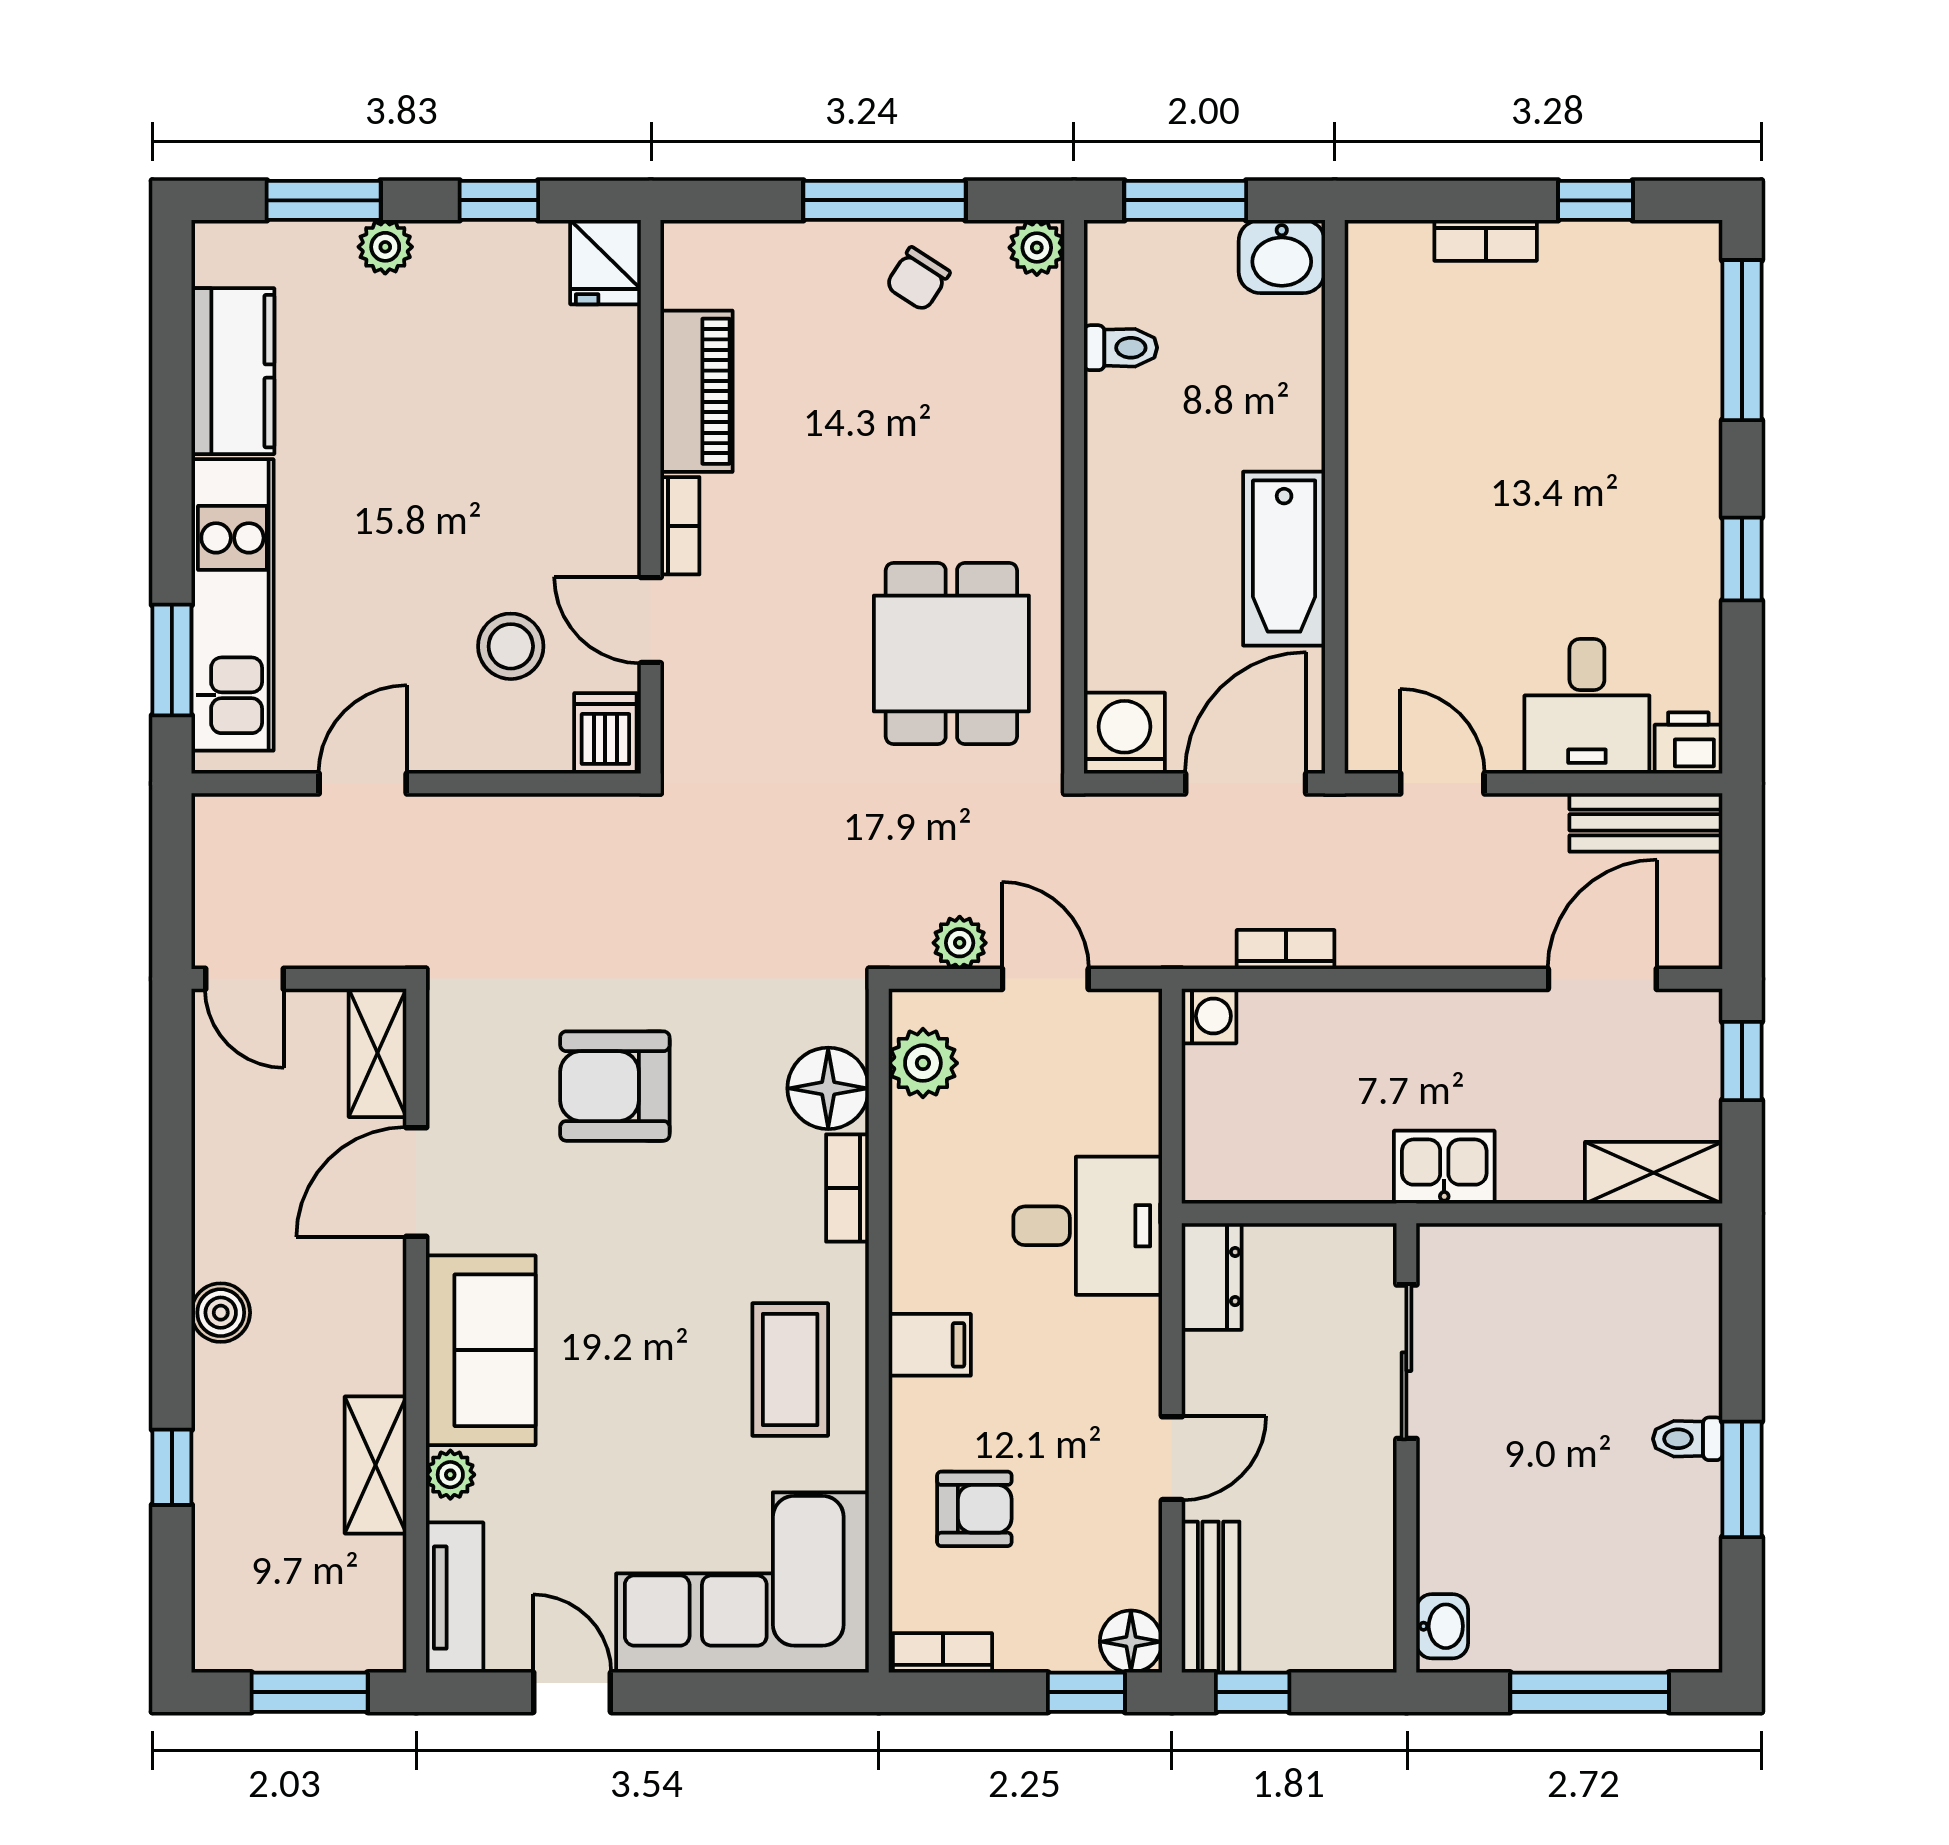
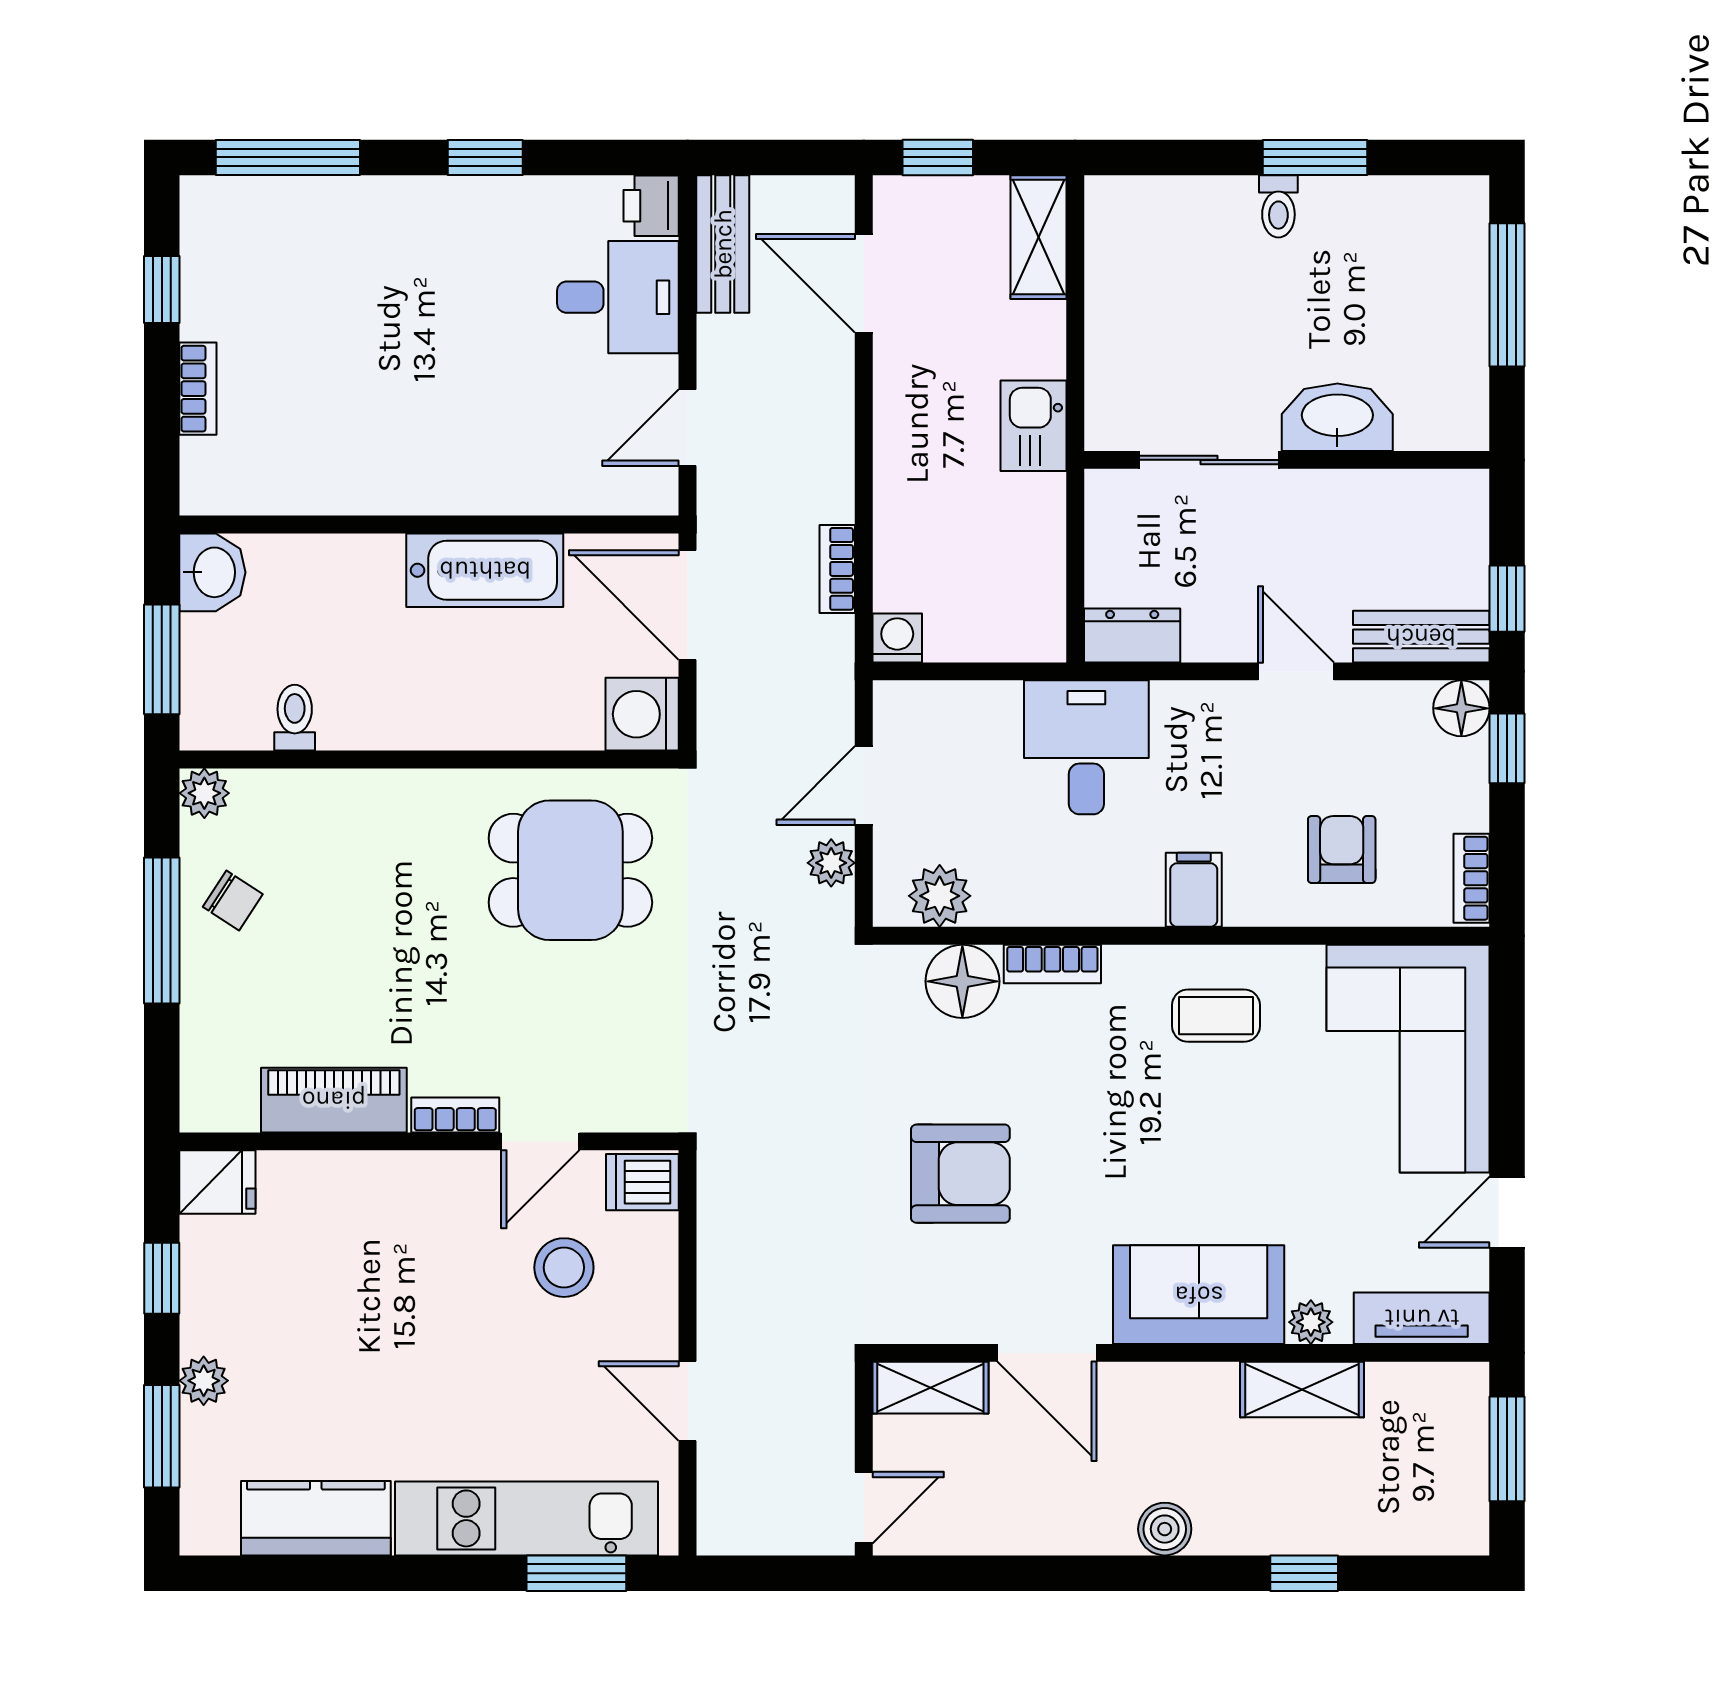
armchair: (615, 1086) -> (960, 1174), turned -90
coffee table: (790, 1369) -> (1216, 1016), width x0.73, depth x0.77
washbasin: (1442, 1626) -> (1337, 417), moved, width x1.91, depth x1.45

